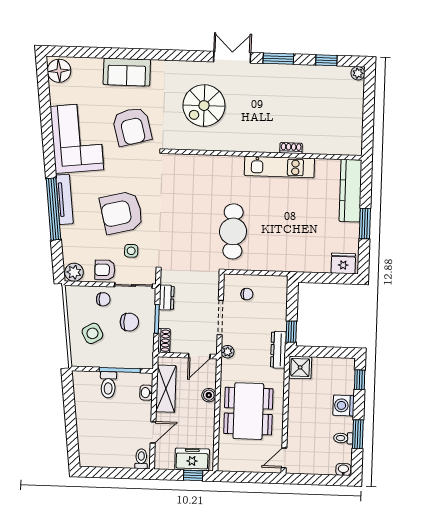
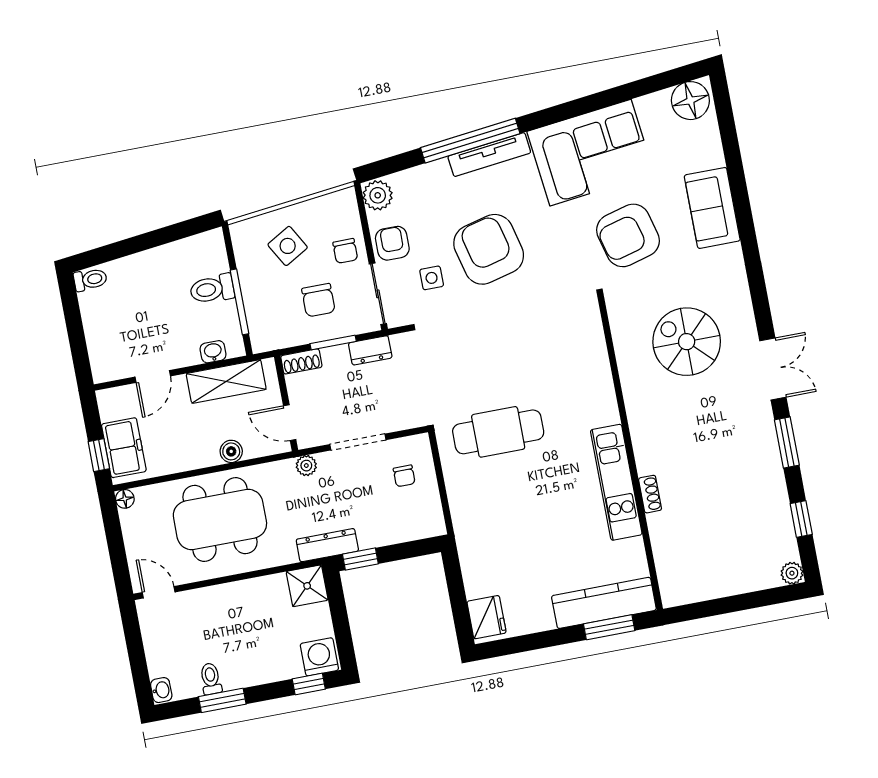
window: (365, 223) -> (609, 627), moved
washing machine: (343, 405) -> (319, 657), moved
door: (153, 432) -> (153, 377), hinge flipped
toilet: (141, 459) -> (90, 280), moved
floor lamp: (223, 466) -> (125, 499), added

